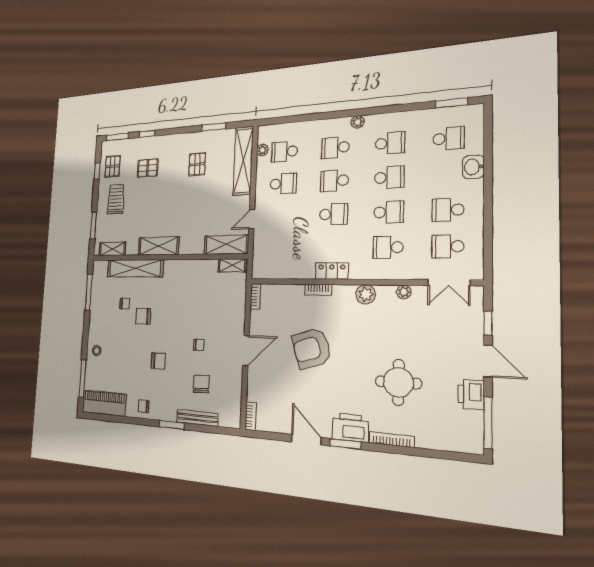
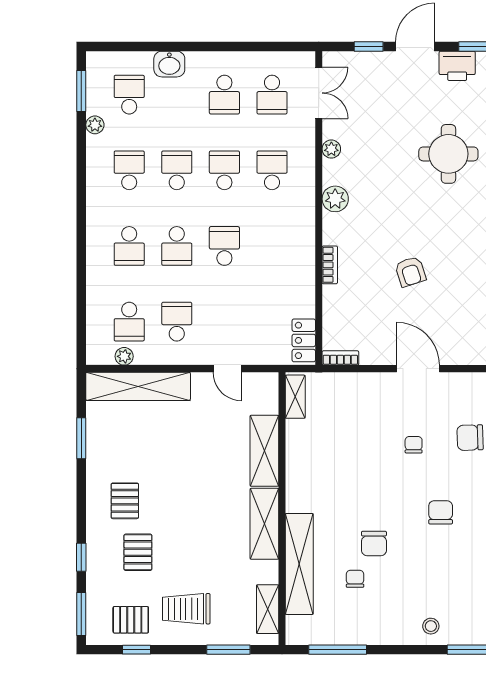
plant: (358, 122) -> (95, 125), moved
pallet: (197, 164) -> (125, 501), moved, turned 90
shelving: (226, 245) -> (264, 451), moved
school desk: (388, 247) -> (272, 170), turned 180
locker: (332, 271) -> (304, 340), moved
armchair: (312, 348) -> (410, 272), width x0.53, depth x0.53

